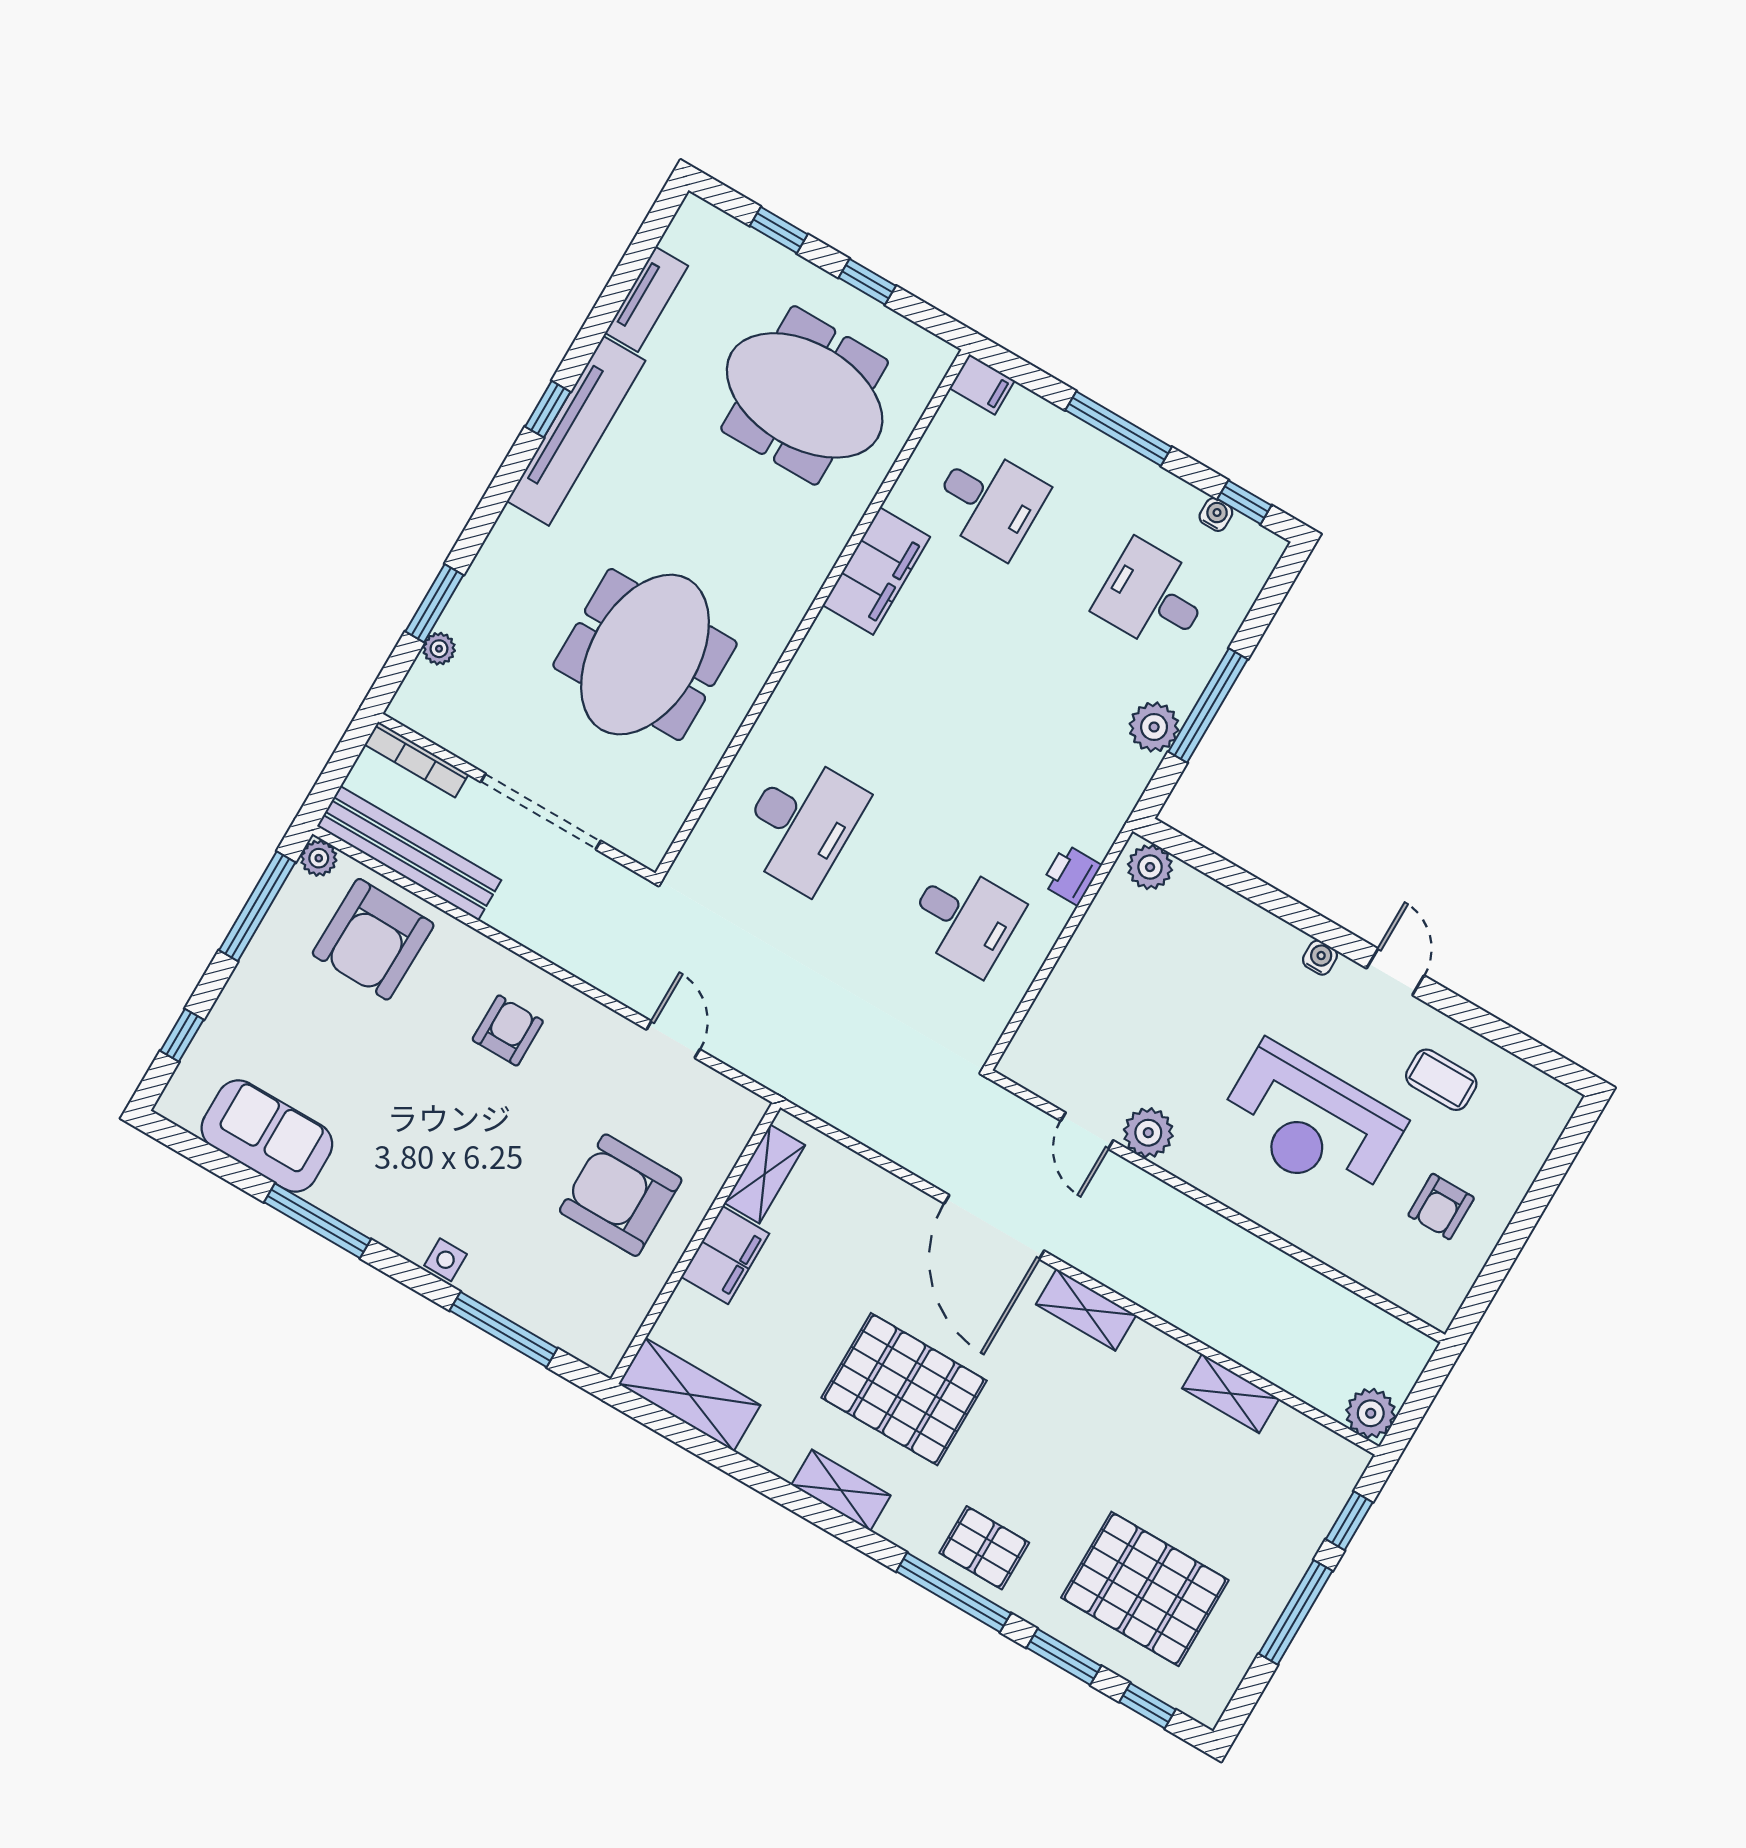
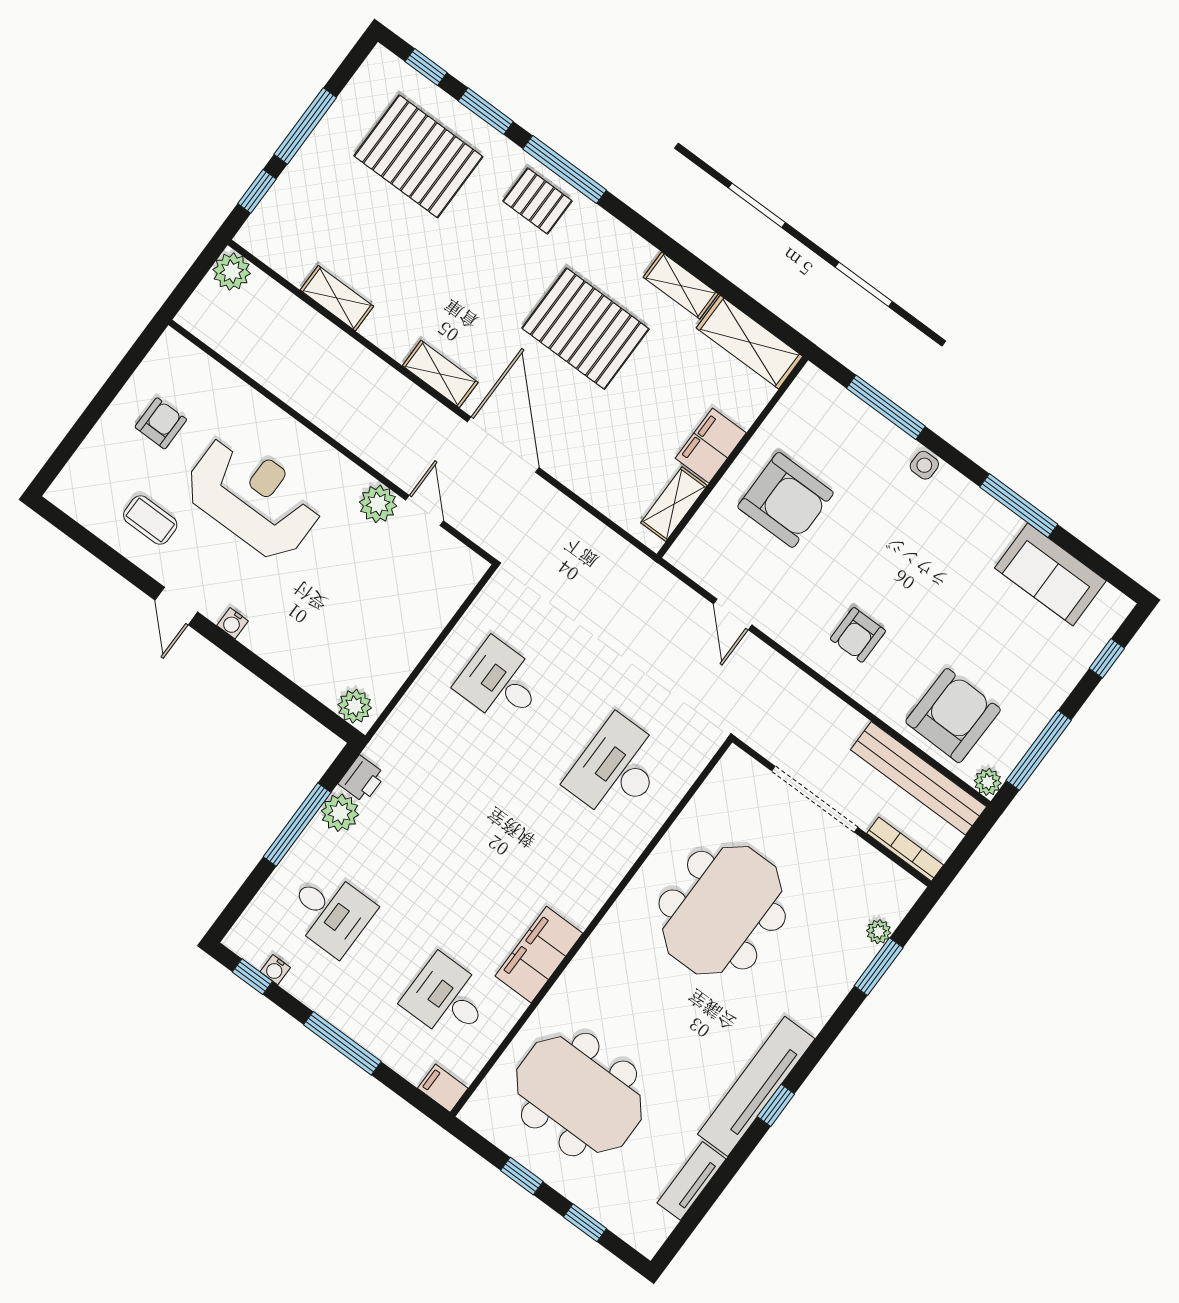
printer: (1071, 875) -> (362, 779), moved
shelving: (841, 1490) -> (681, 285), moved

